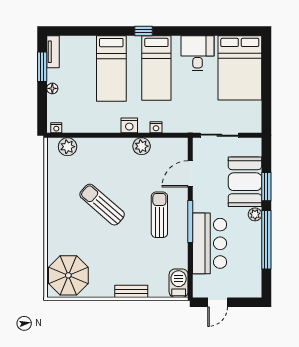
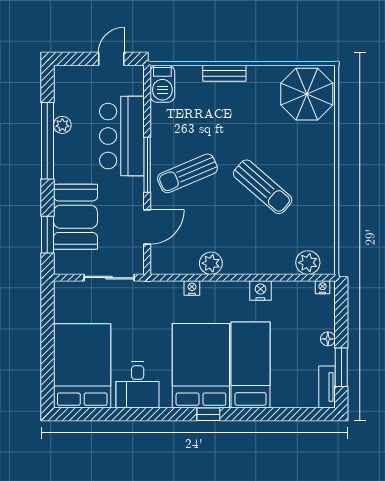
bed: (156, 68) -> (201, 366), width x1.50
nightstand: (129, 125) -> (260, 291), moved
window: (266, 187) -> (47, 235), moved
plant: (255, 214) -> (62, 125), moved
sun lounger: (159, 215) -> (187, 173), turned 67

